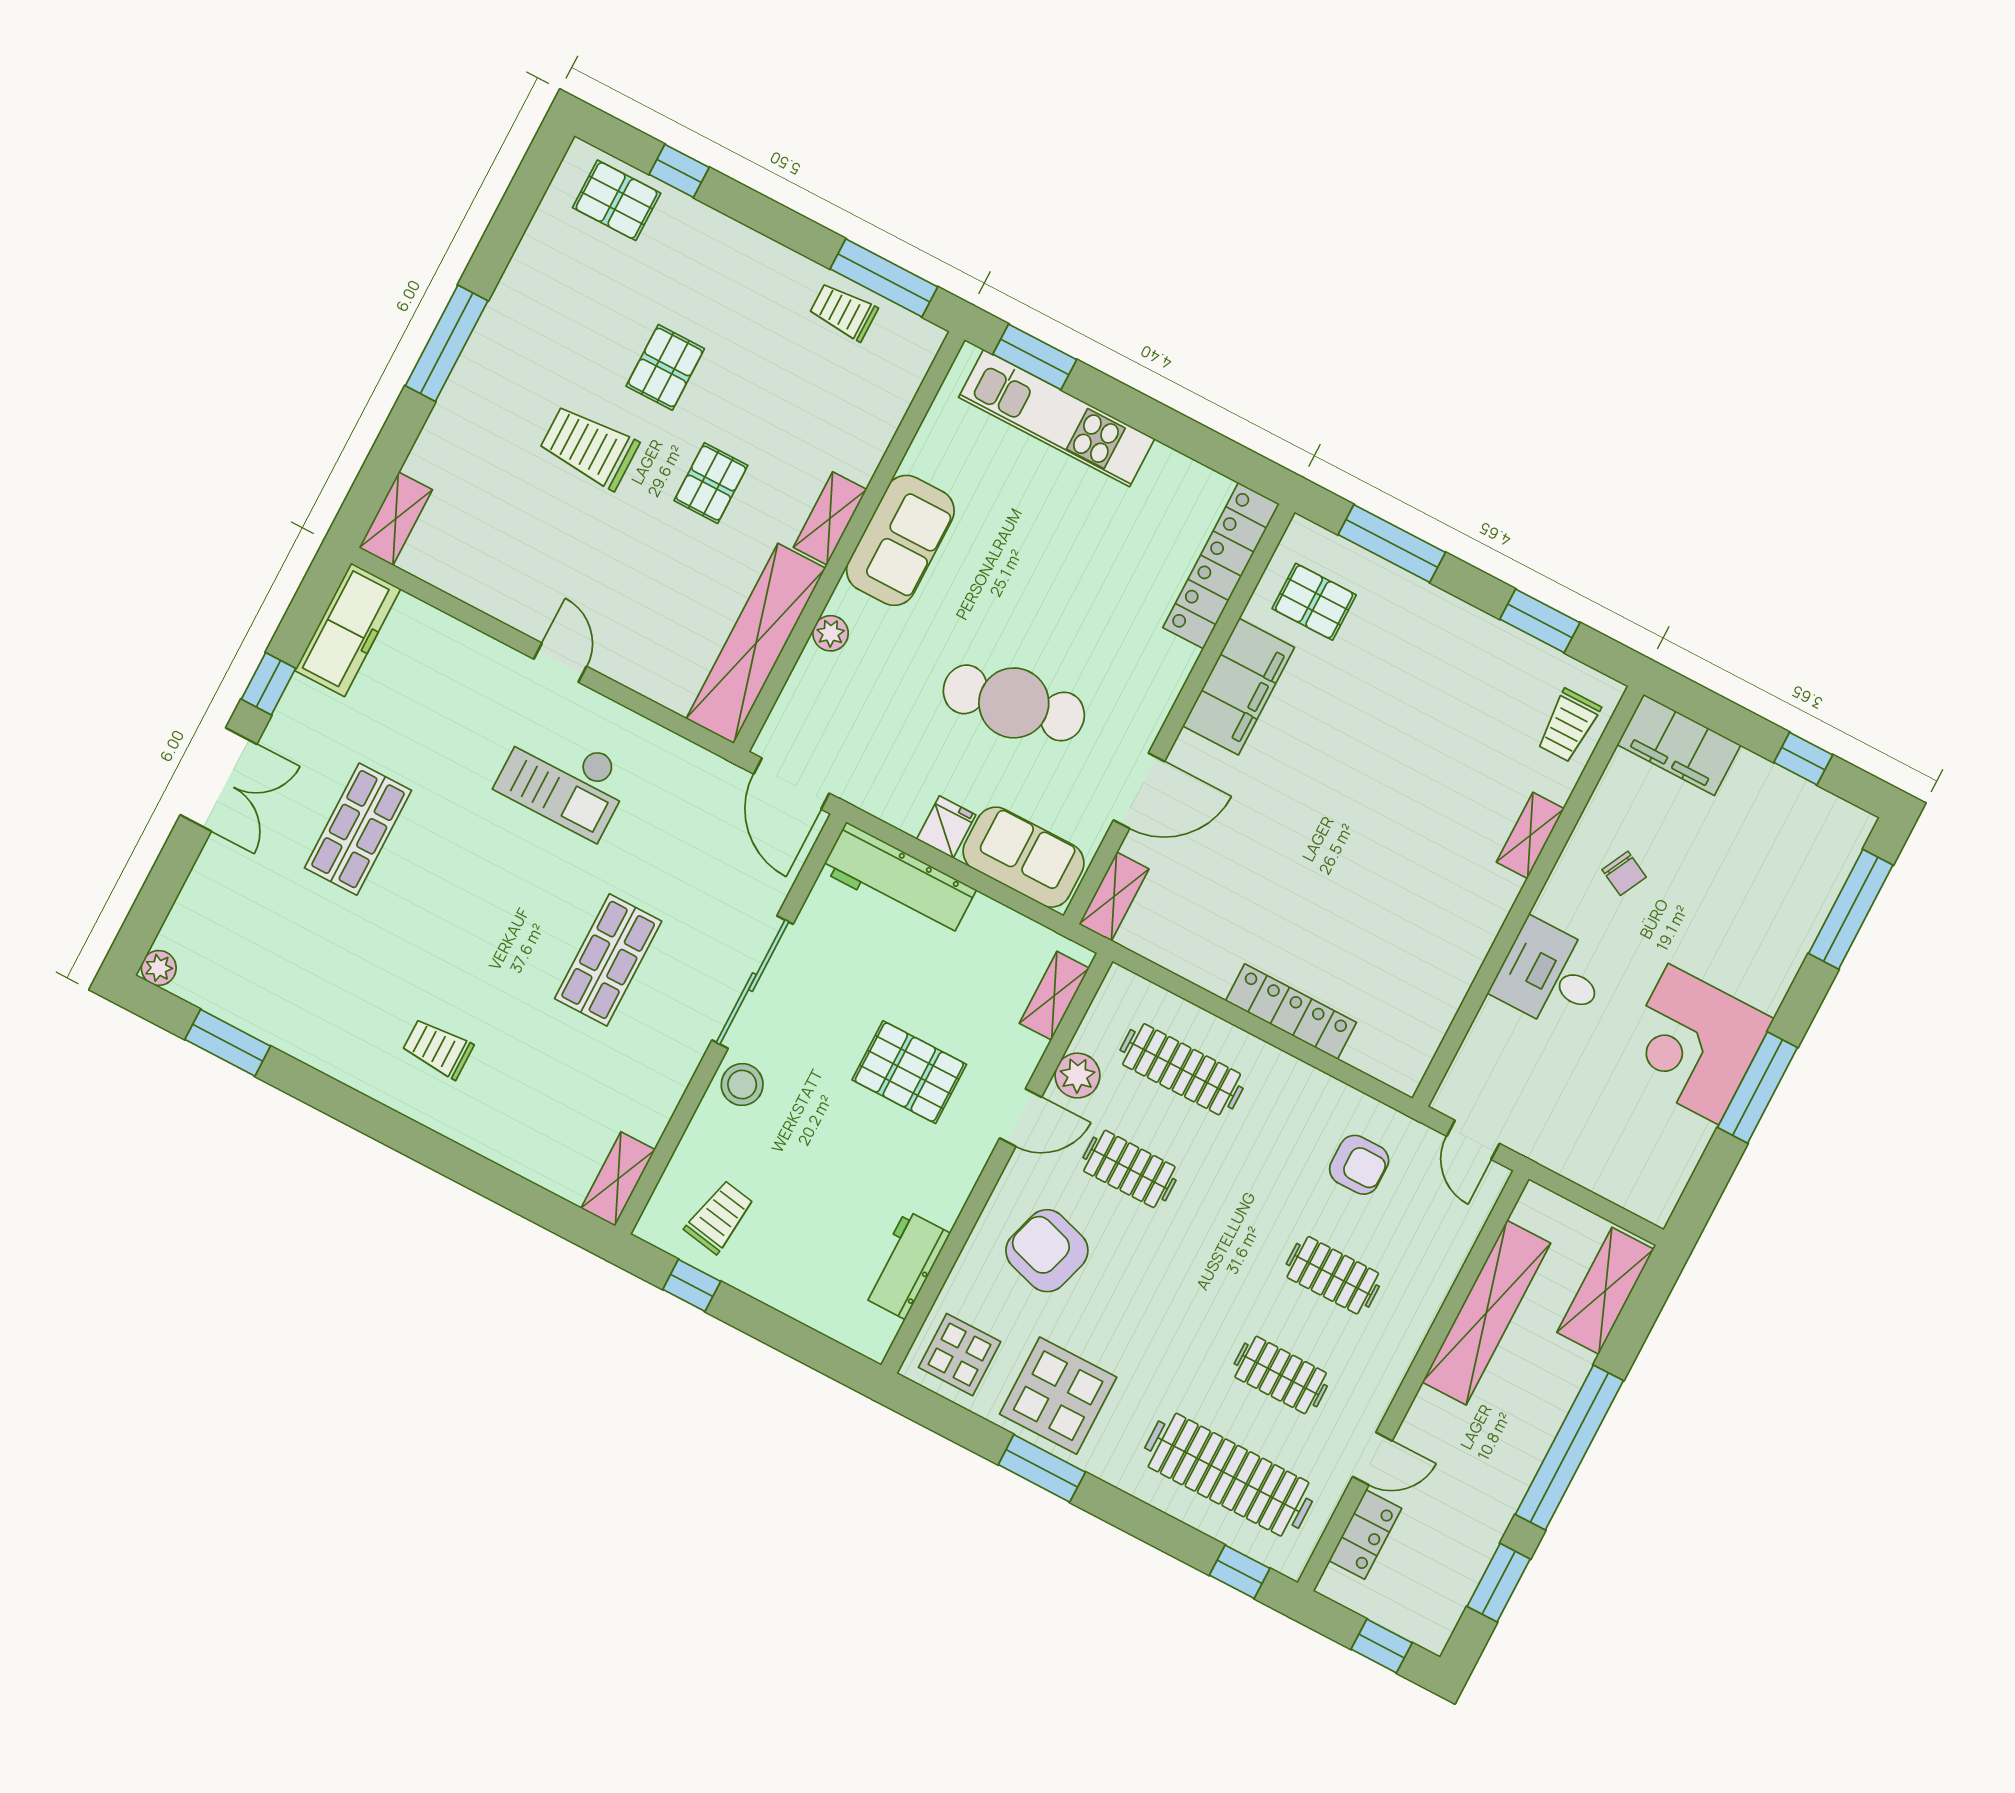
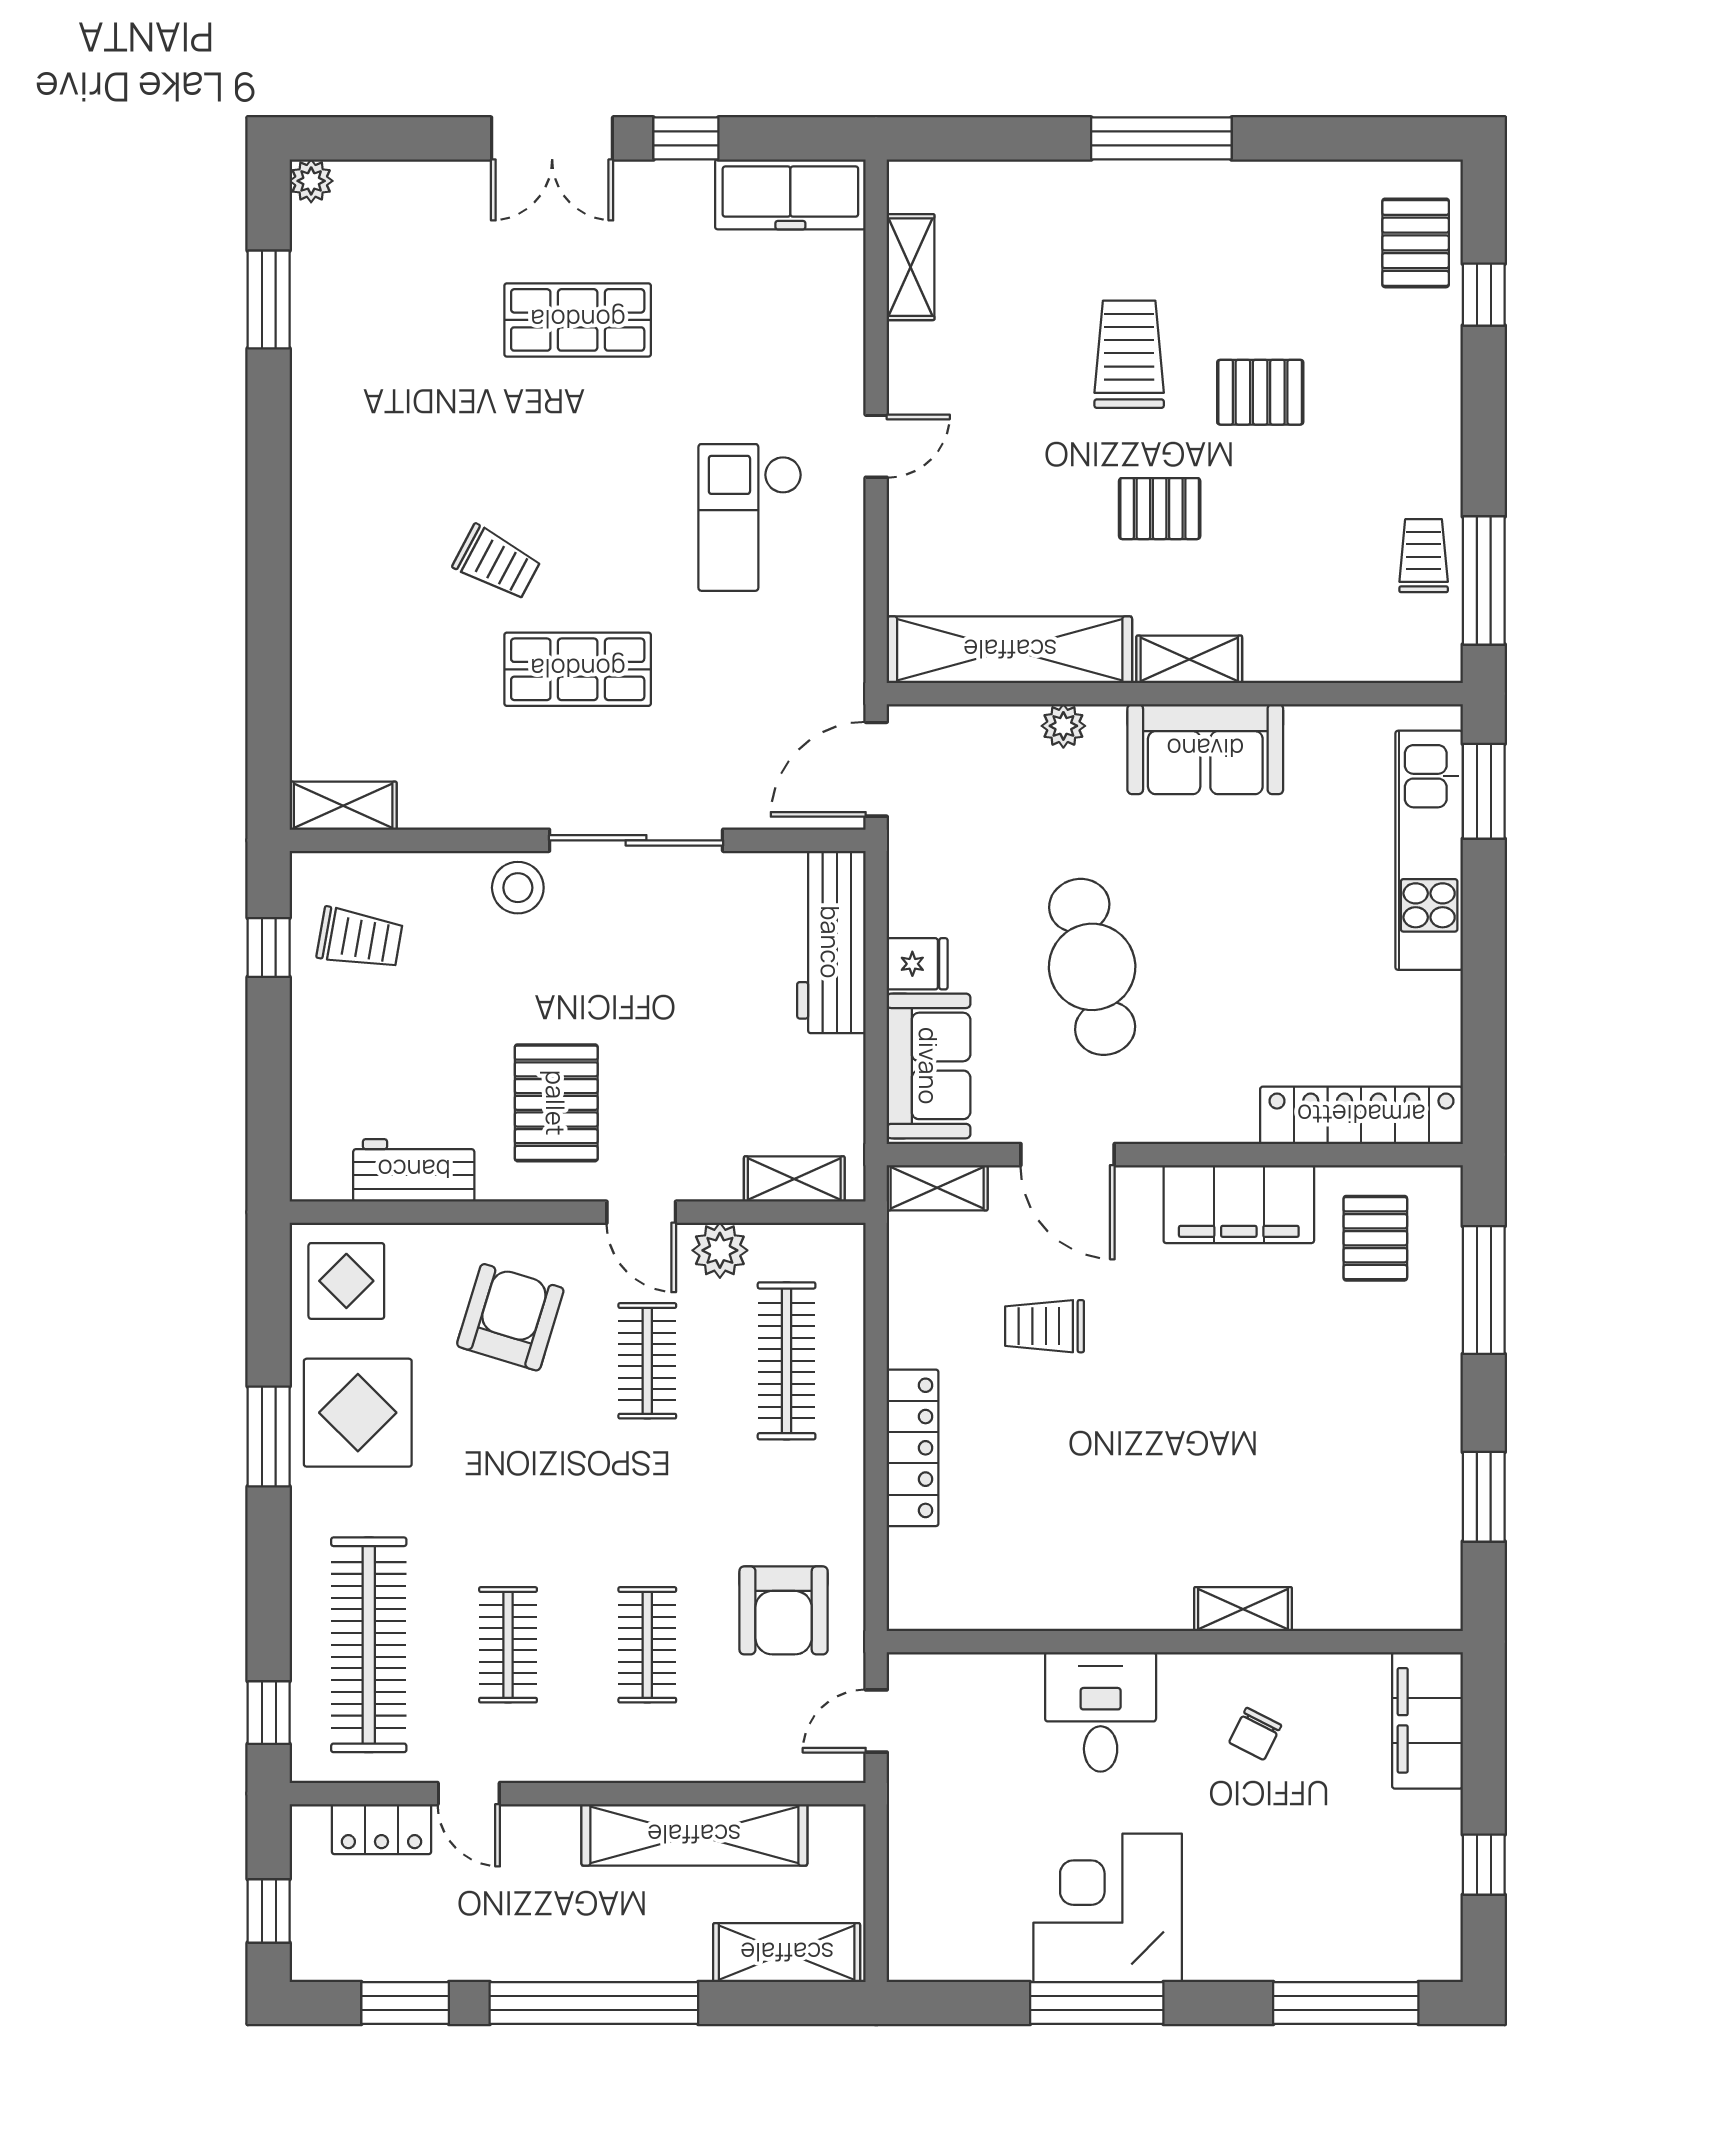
shelving: (396, 519) -> (911, 267), moved, turned 90
trolley: (1568, 726) -> (1045, 1326), moved
trolley: (438, 1049) -> (497, 563), moved, turned 118
pallet: (909, 1072) -> (556, 1103), moved
armchair: (1359, 1165) -> (784, 1610), width x1.38, depth x1.38

